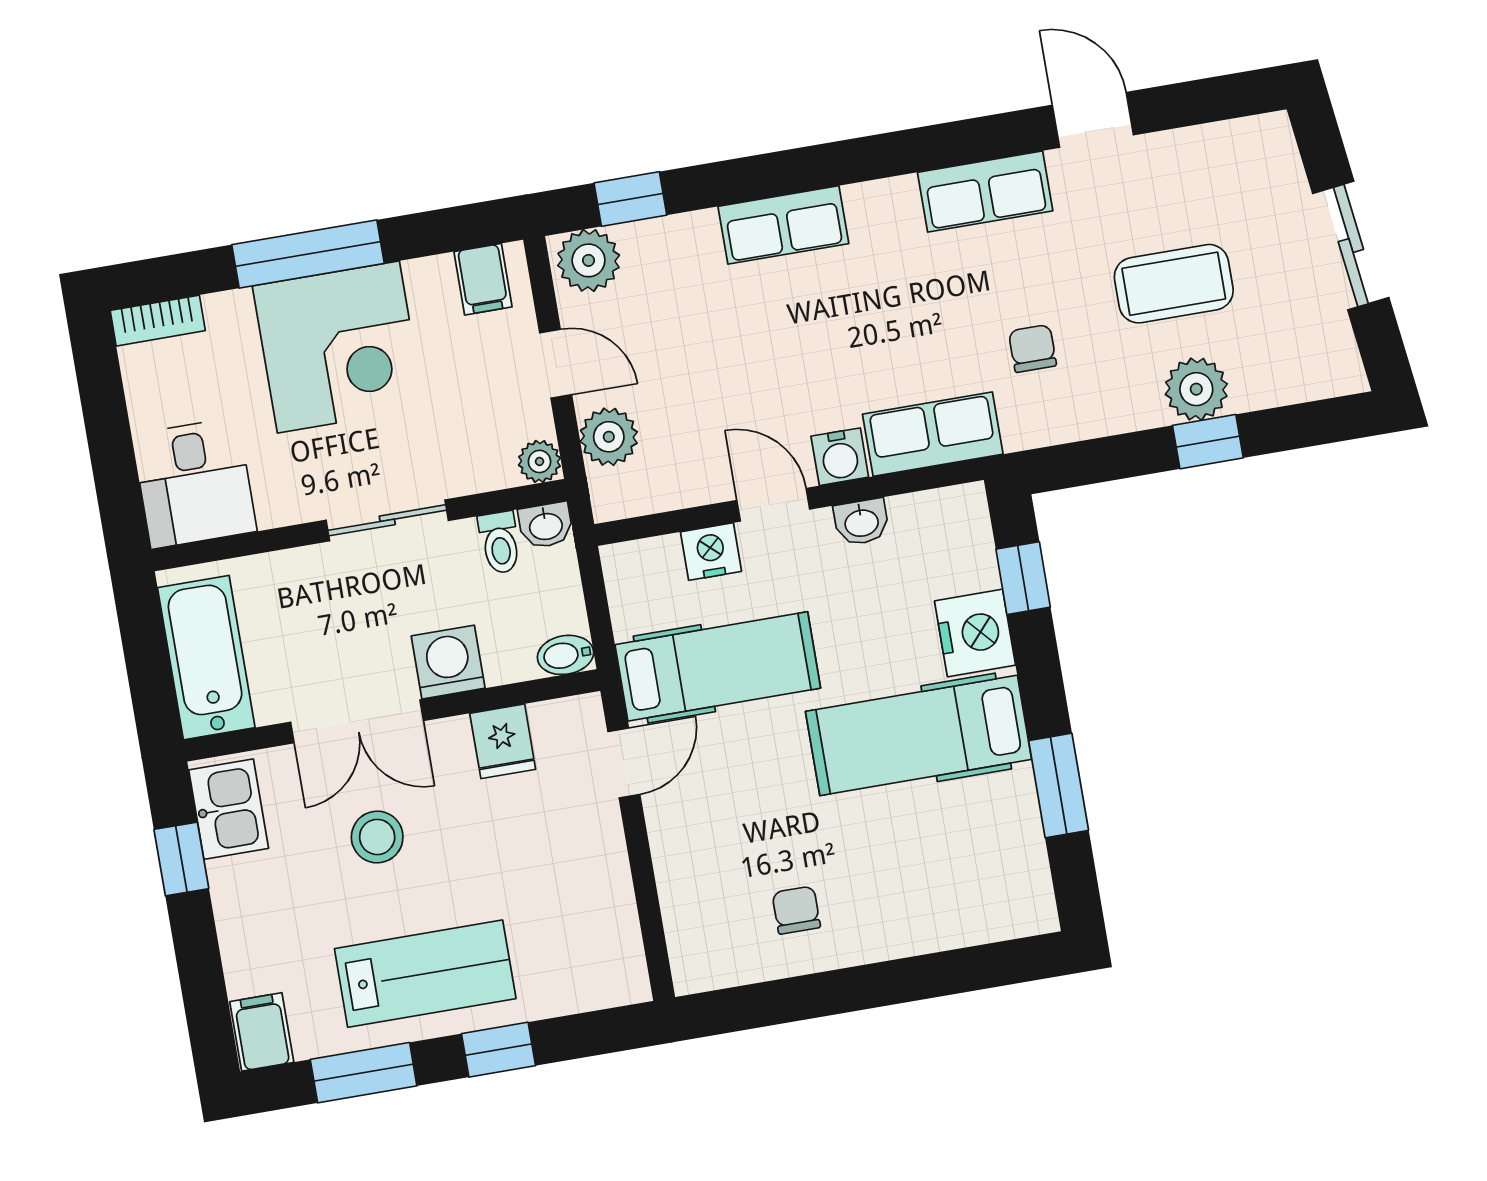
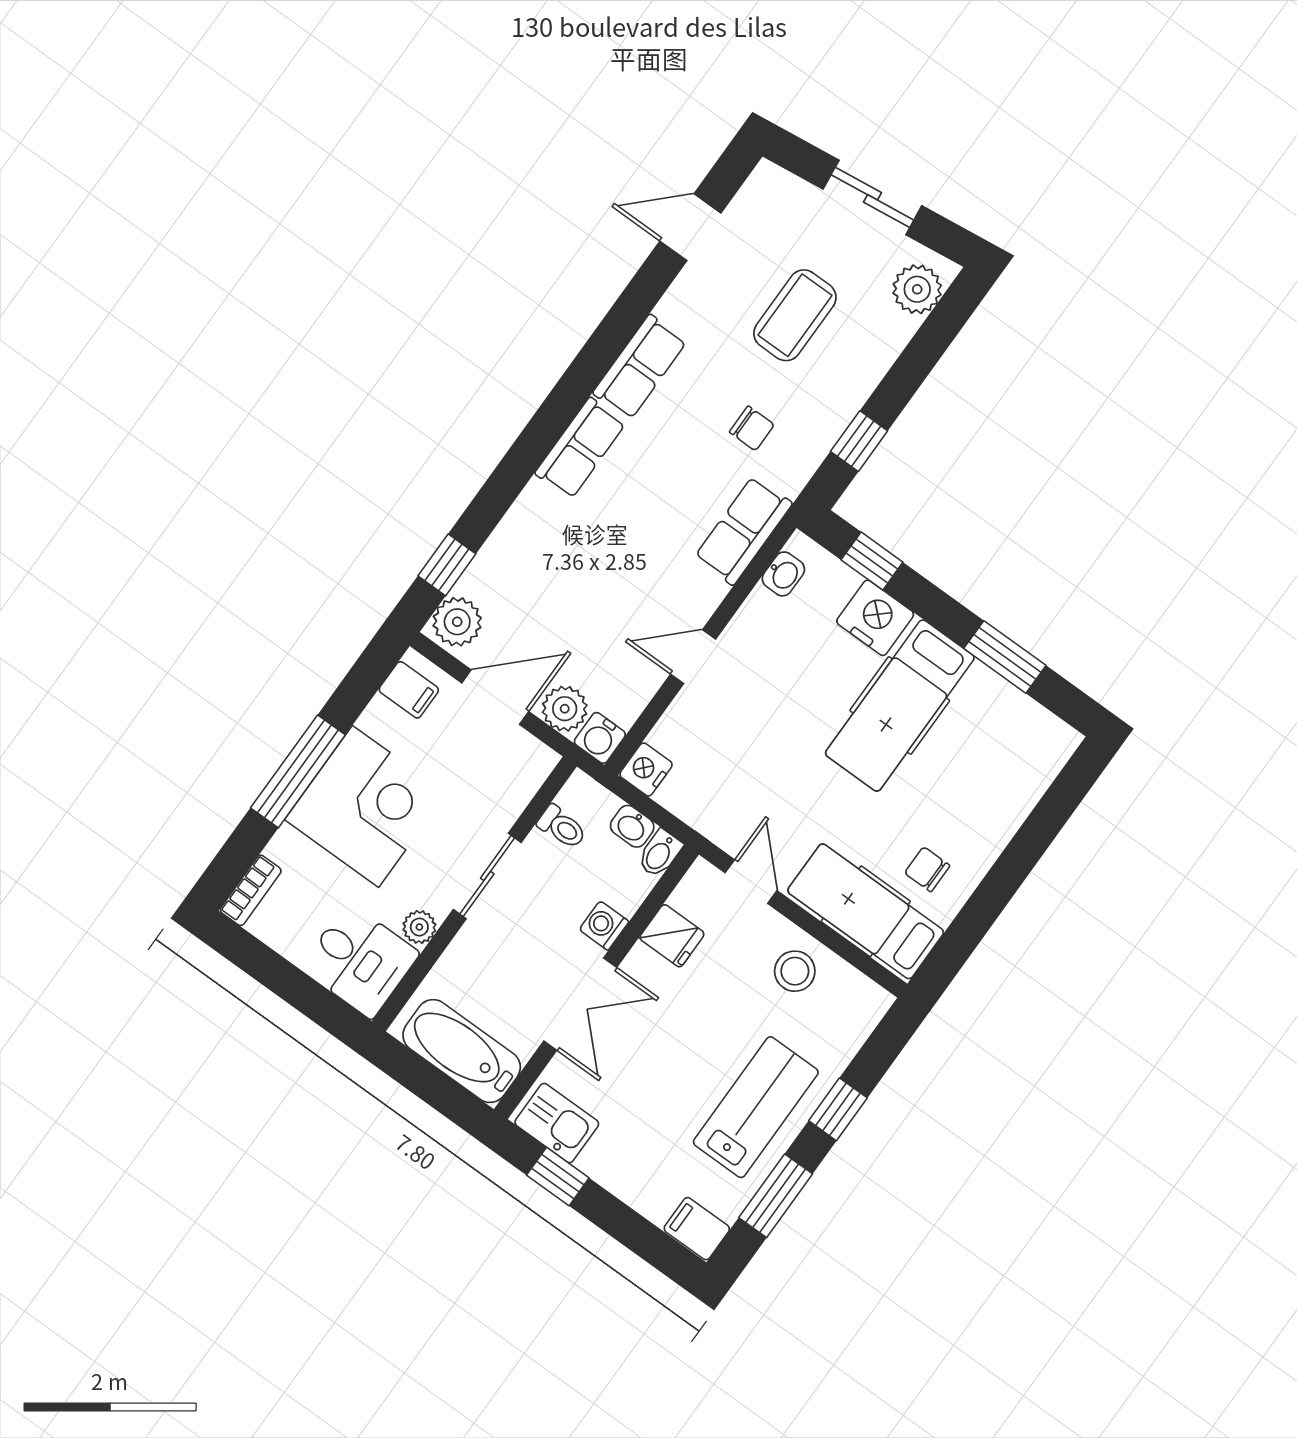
door: (1093, 120) -> (690, 227), moved
row of seats: (783, 225) -> (580, 448), moved
chair: (1032, 348) -> (752, 428), turned 180
door: (556, 364) -> (495, 697), width x1.38
plant: (1196, 389) -> (917, 289), moved
window: (1208, 442) -> (859, 441), moved
water cooler: (840, 457) -> (600, 738), moved, turned 90
plant: (539, 461) -> (419, 927), moved
washbasin: (861, 522) -> (783, 574), moved
washbasin: (546, 525) -> (632, 826), moved, turned 90
nightstand: (711, 552) -> (646, 770), moved
washing machine: (448, 662) -> (604, 926), width x0.73, depth x0.73
hospital bed: (718, 666) -> (866, 911), moved, turned -90
stool: (377, 837) -> (795, 971), moved

